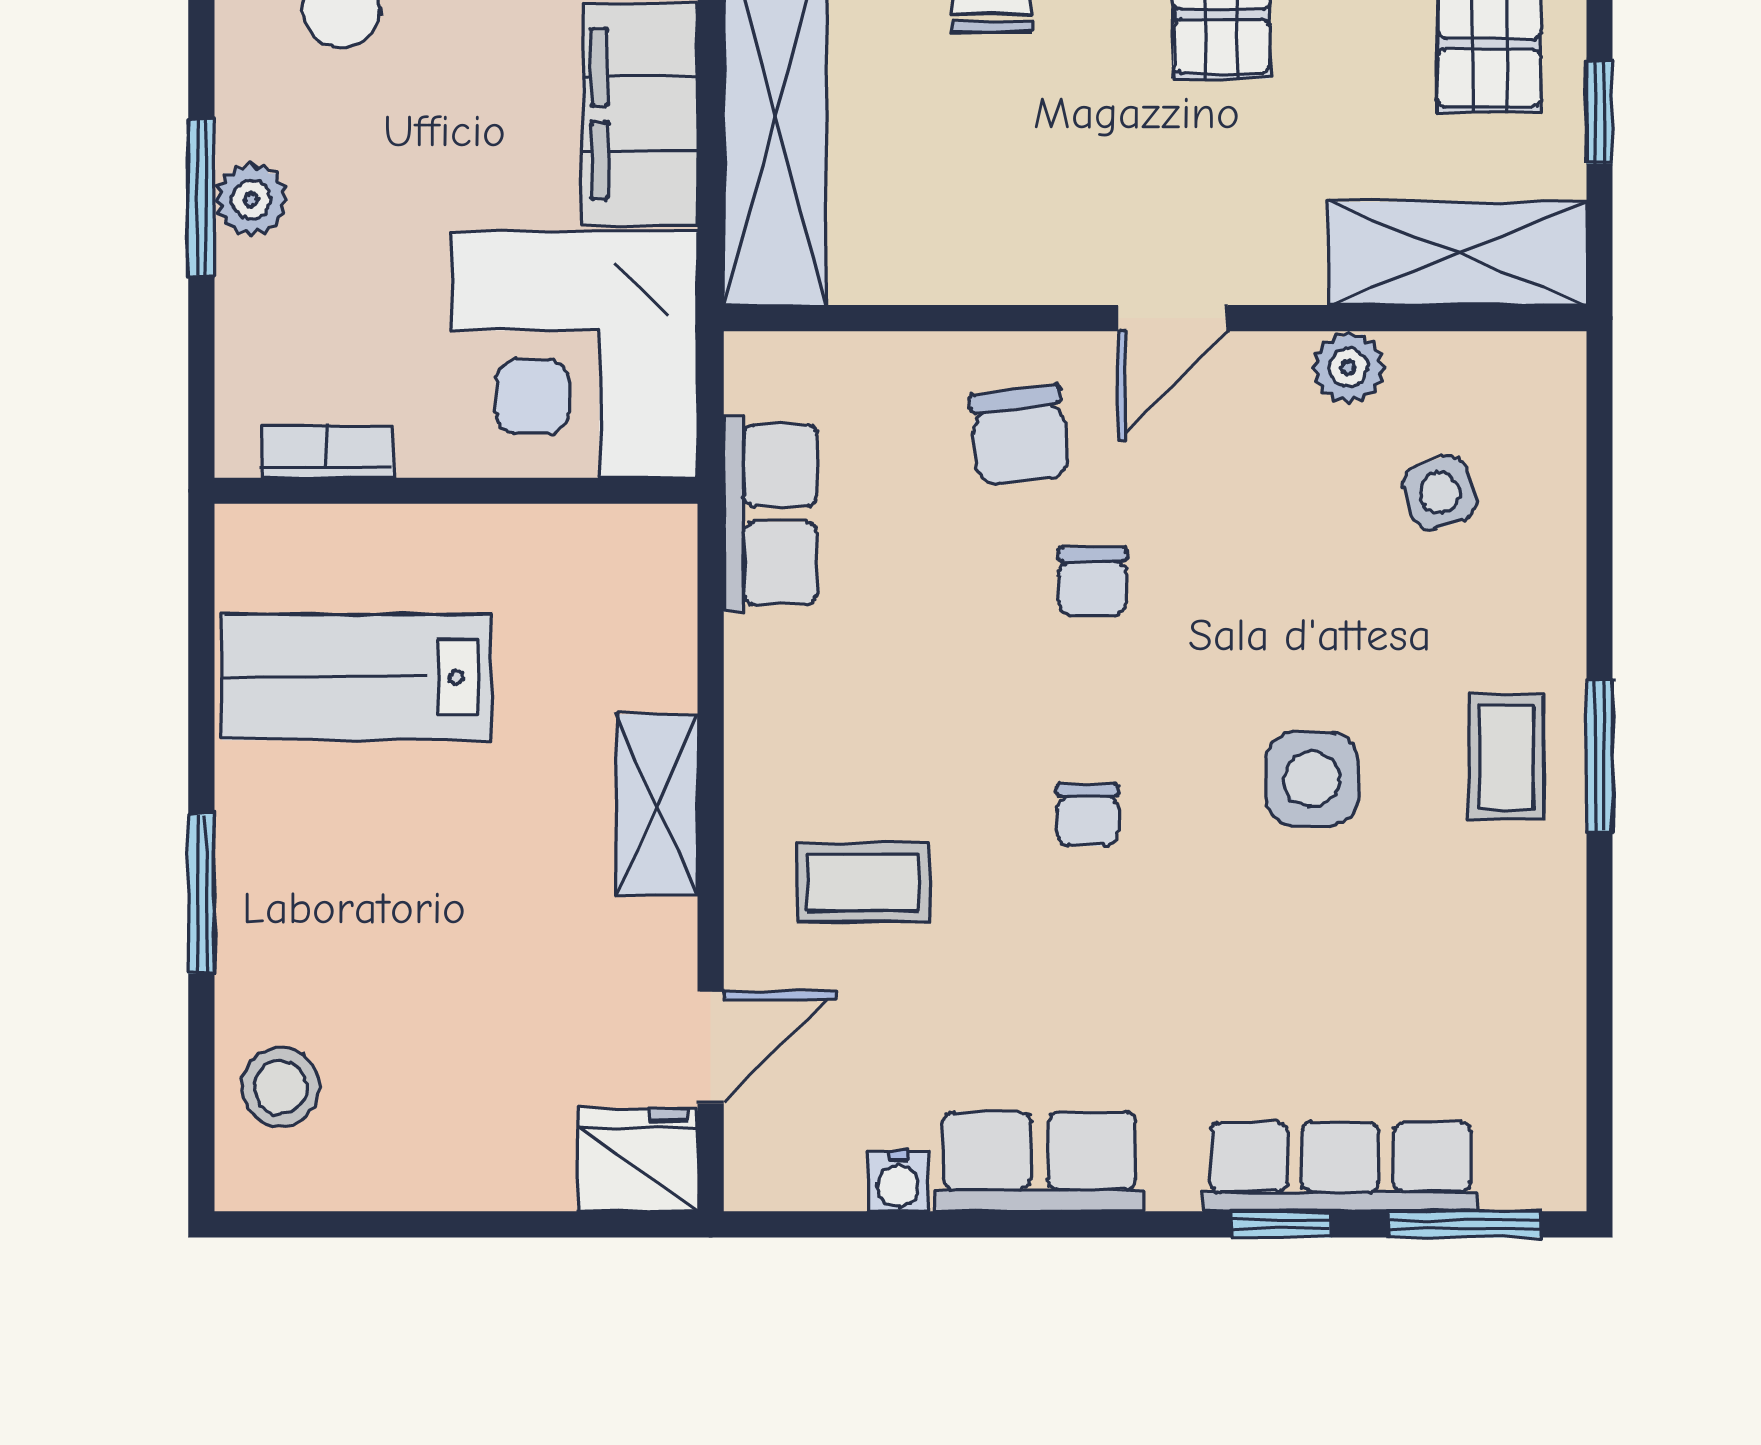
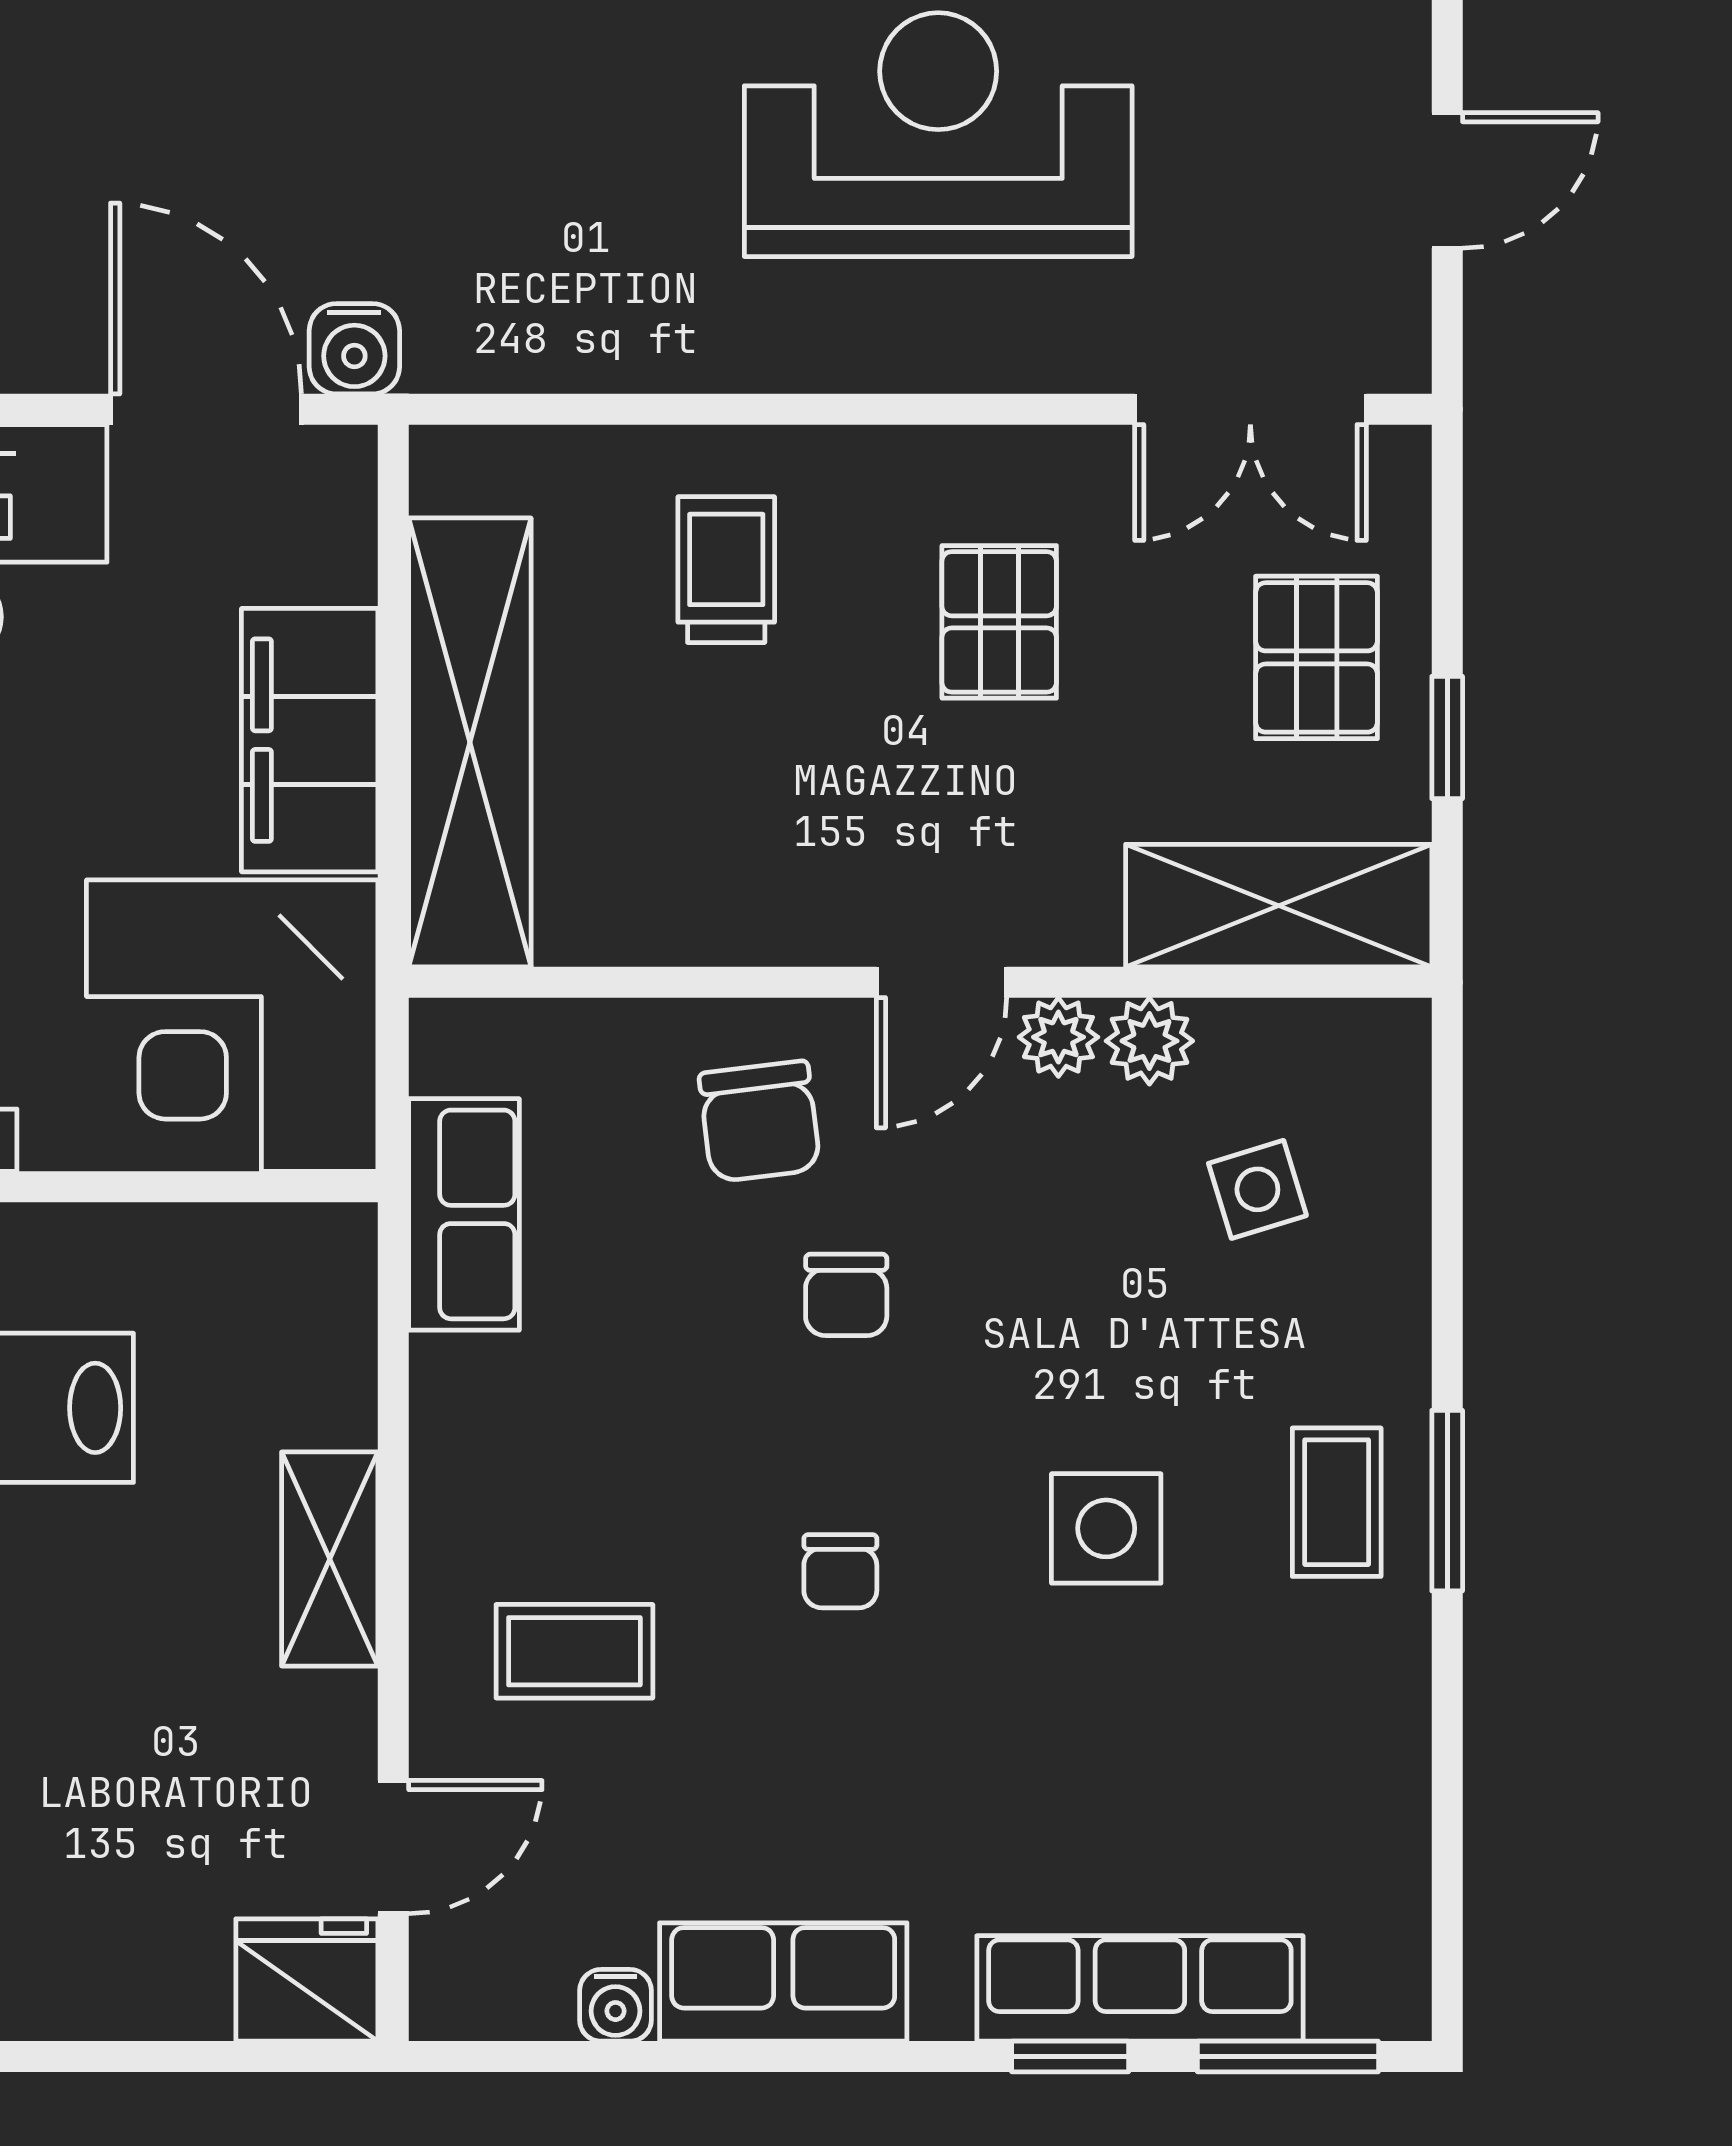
plant: (1272, 364) -> (1058, 1037), added

